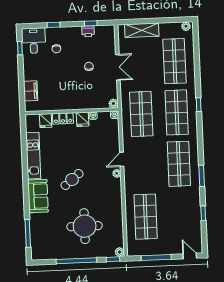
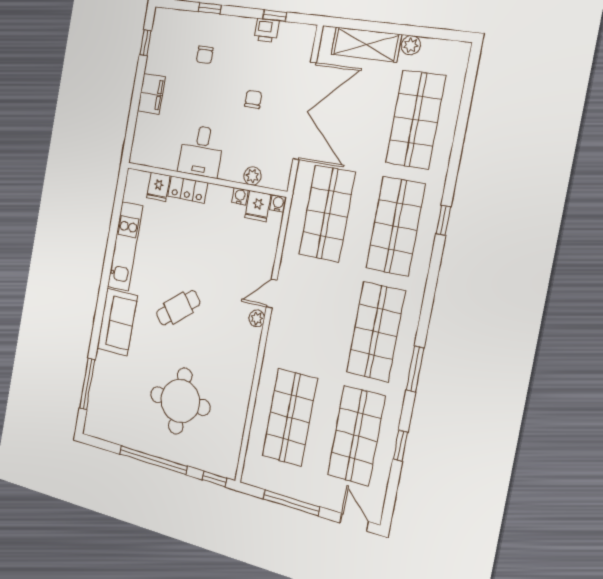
plant: (186, 26) -> (411, 45), moved
desk: (34, 41) -> (201, 151), moved, turned 180
double door: (118, 67) -> (305, 111), width x1.87
filing cabinet: (31, 91) -> (151, 94), moved
plant: (113, 104) -> (252, 176), moved
fridge: (83, 119) -> (258, 206), moved
shop shelf: (181, 215) -> (356, 436), added
plant: (120, 252) -> (229, 469), removed

